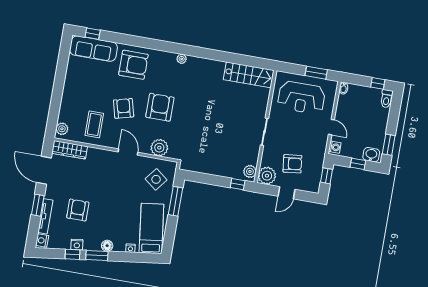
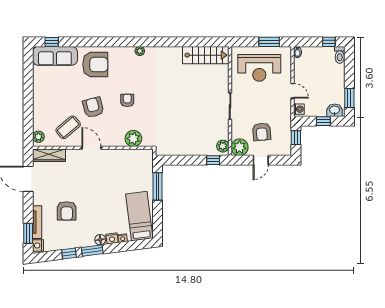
armchair: (160, 107) -> (127, 100), width x0.53, depth x0.53
coffee table: (94, 124) -> (68, 127), turned 50
door: (128, 152) -> (92, 148), moved
armchair: (292, 164) -> (262, 132), turned 92
side table: (156, 179) -> (136, 169), removed
window: (38, 205) -> (28, 233), moved
armchair: (78, 210) -> (67, 211), turned 180
nightstand: (77, 245) -> (112, 238), moved

